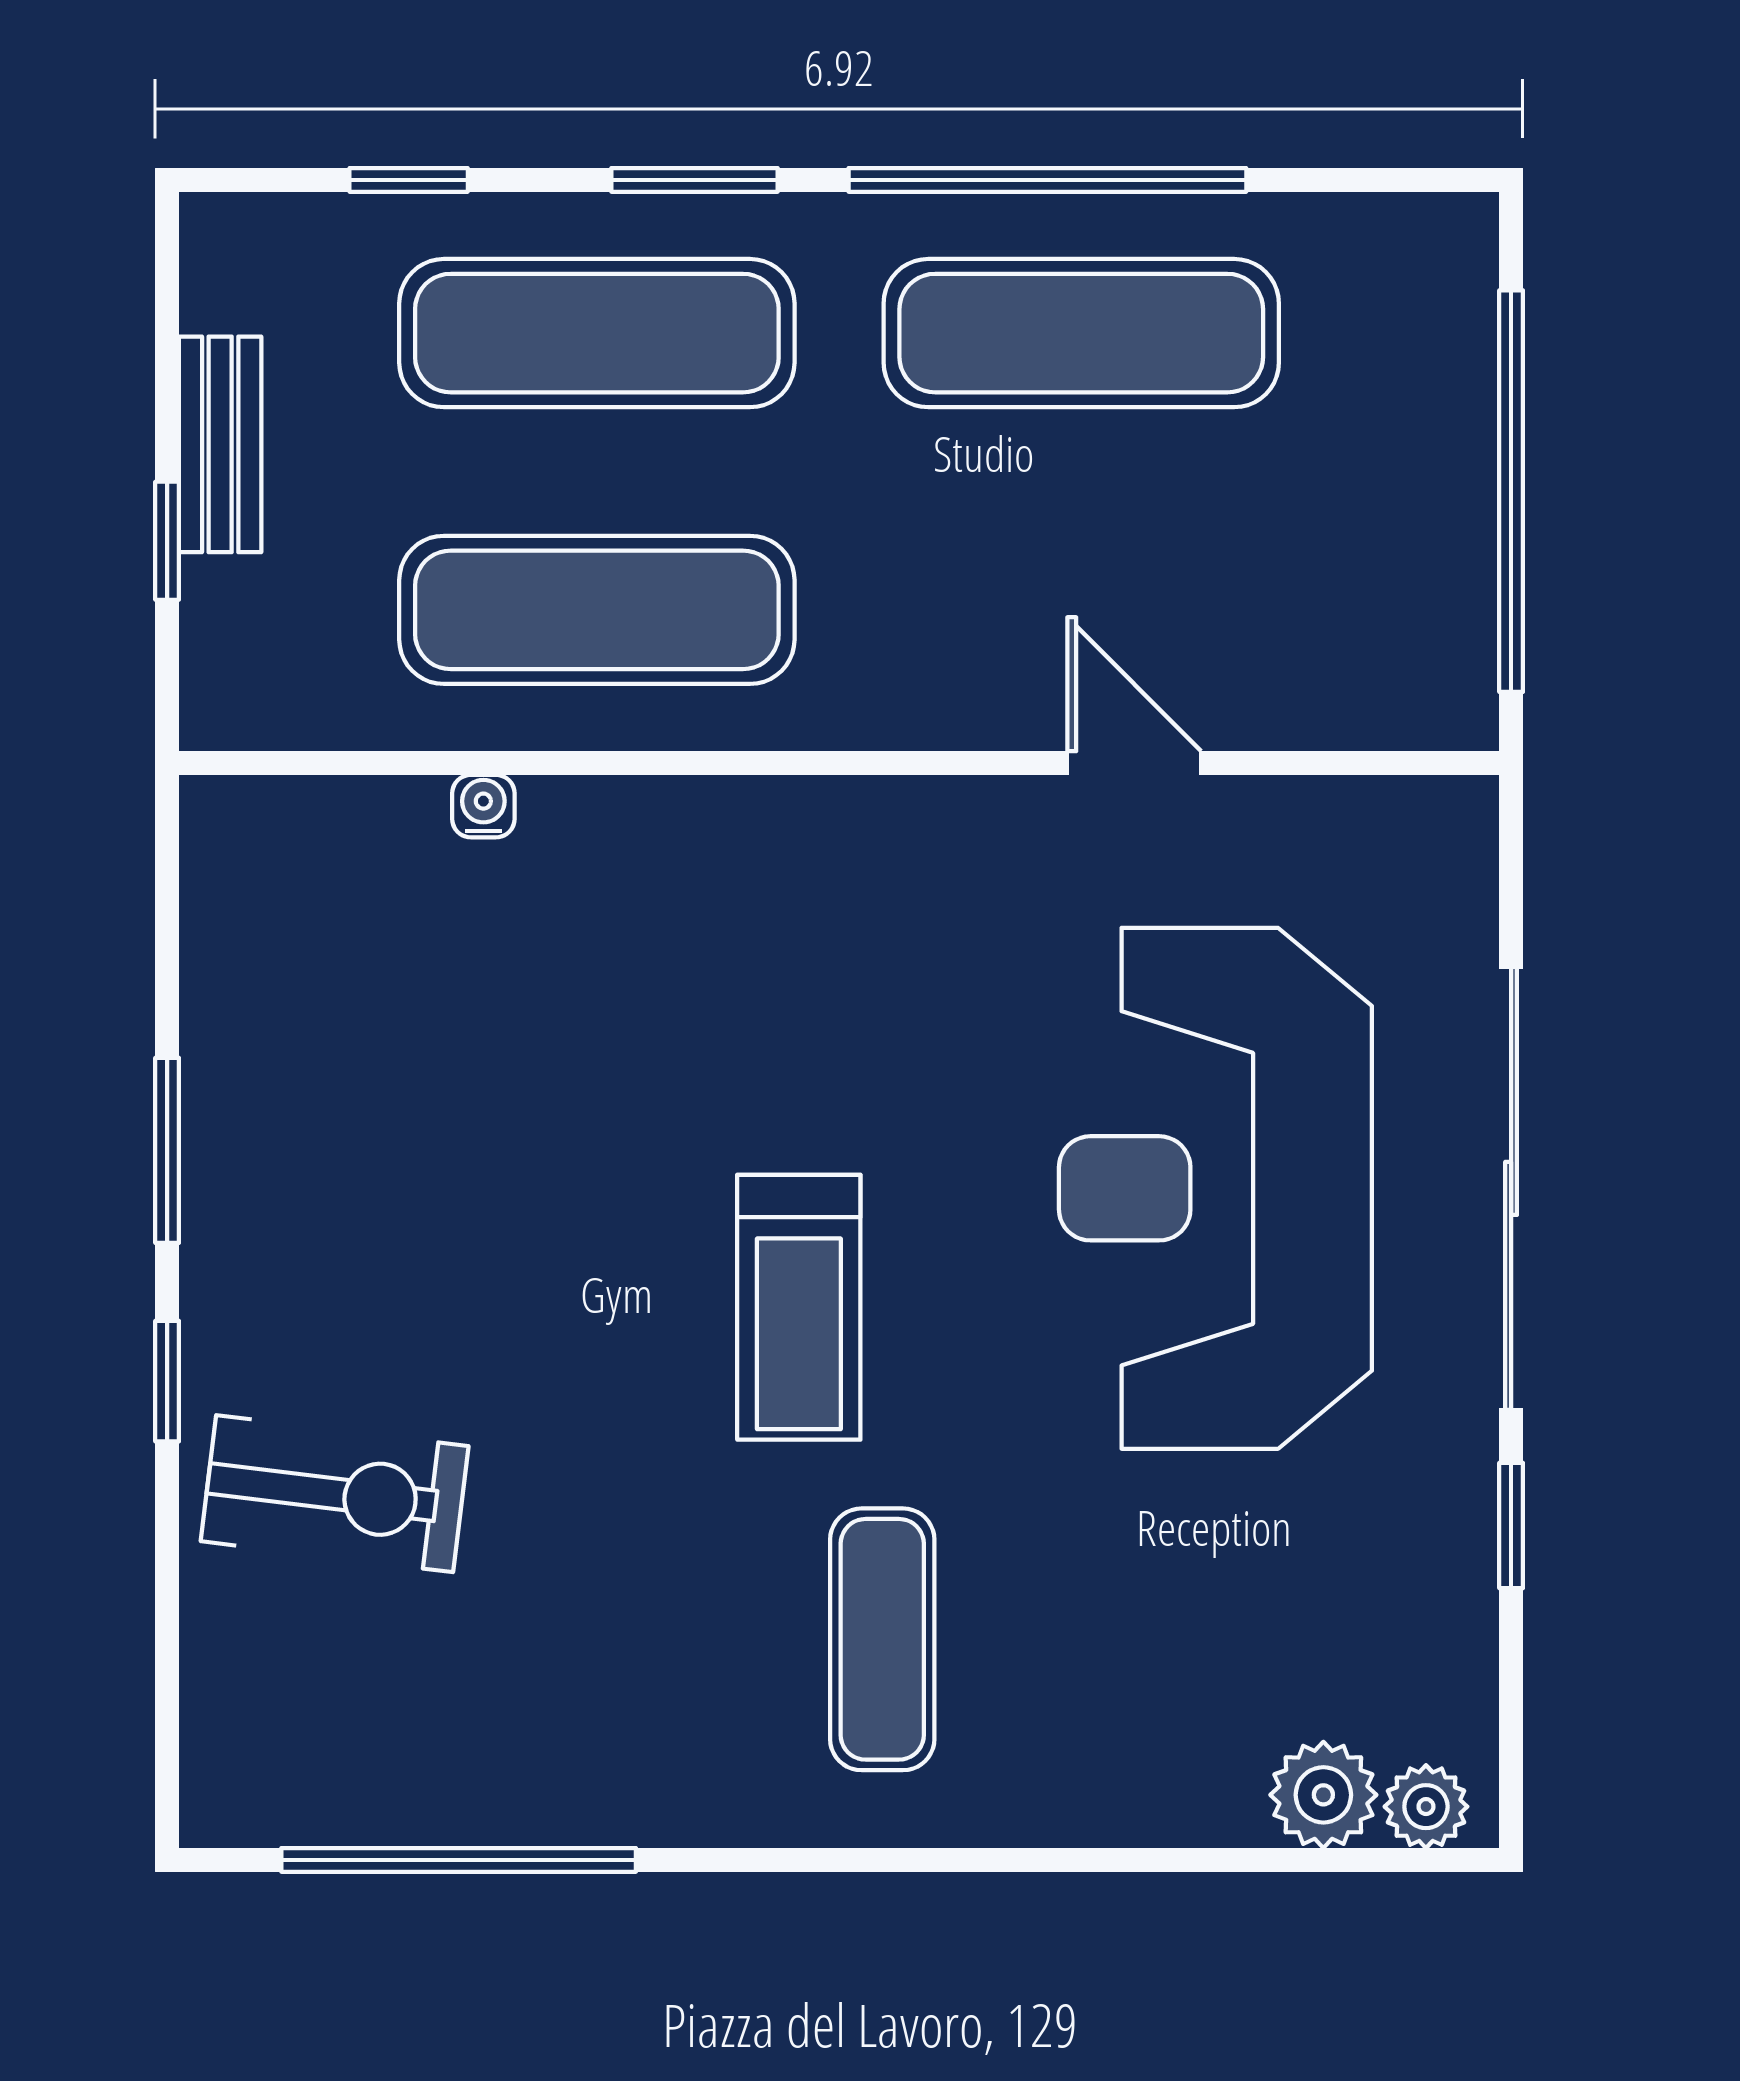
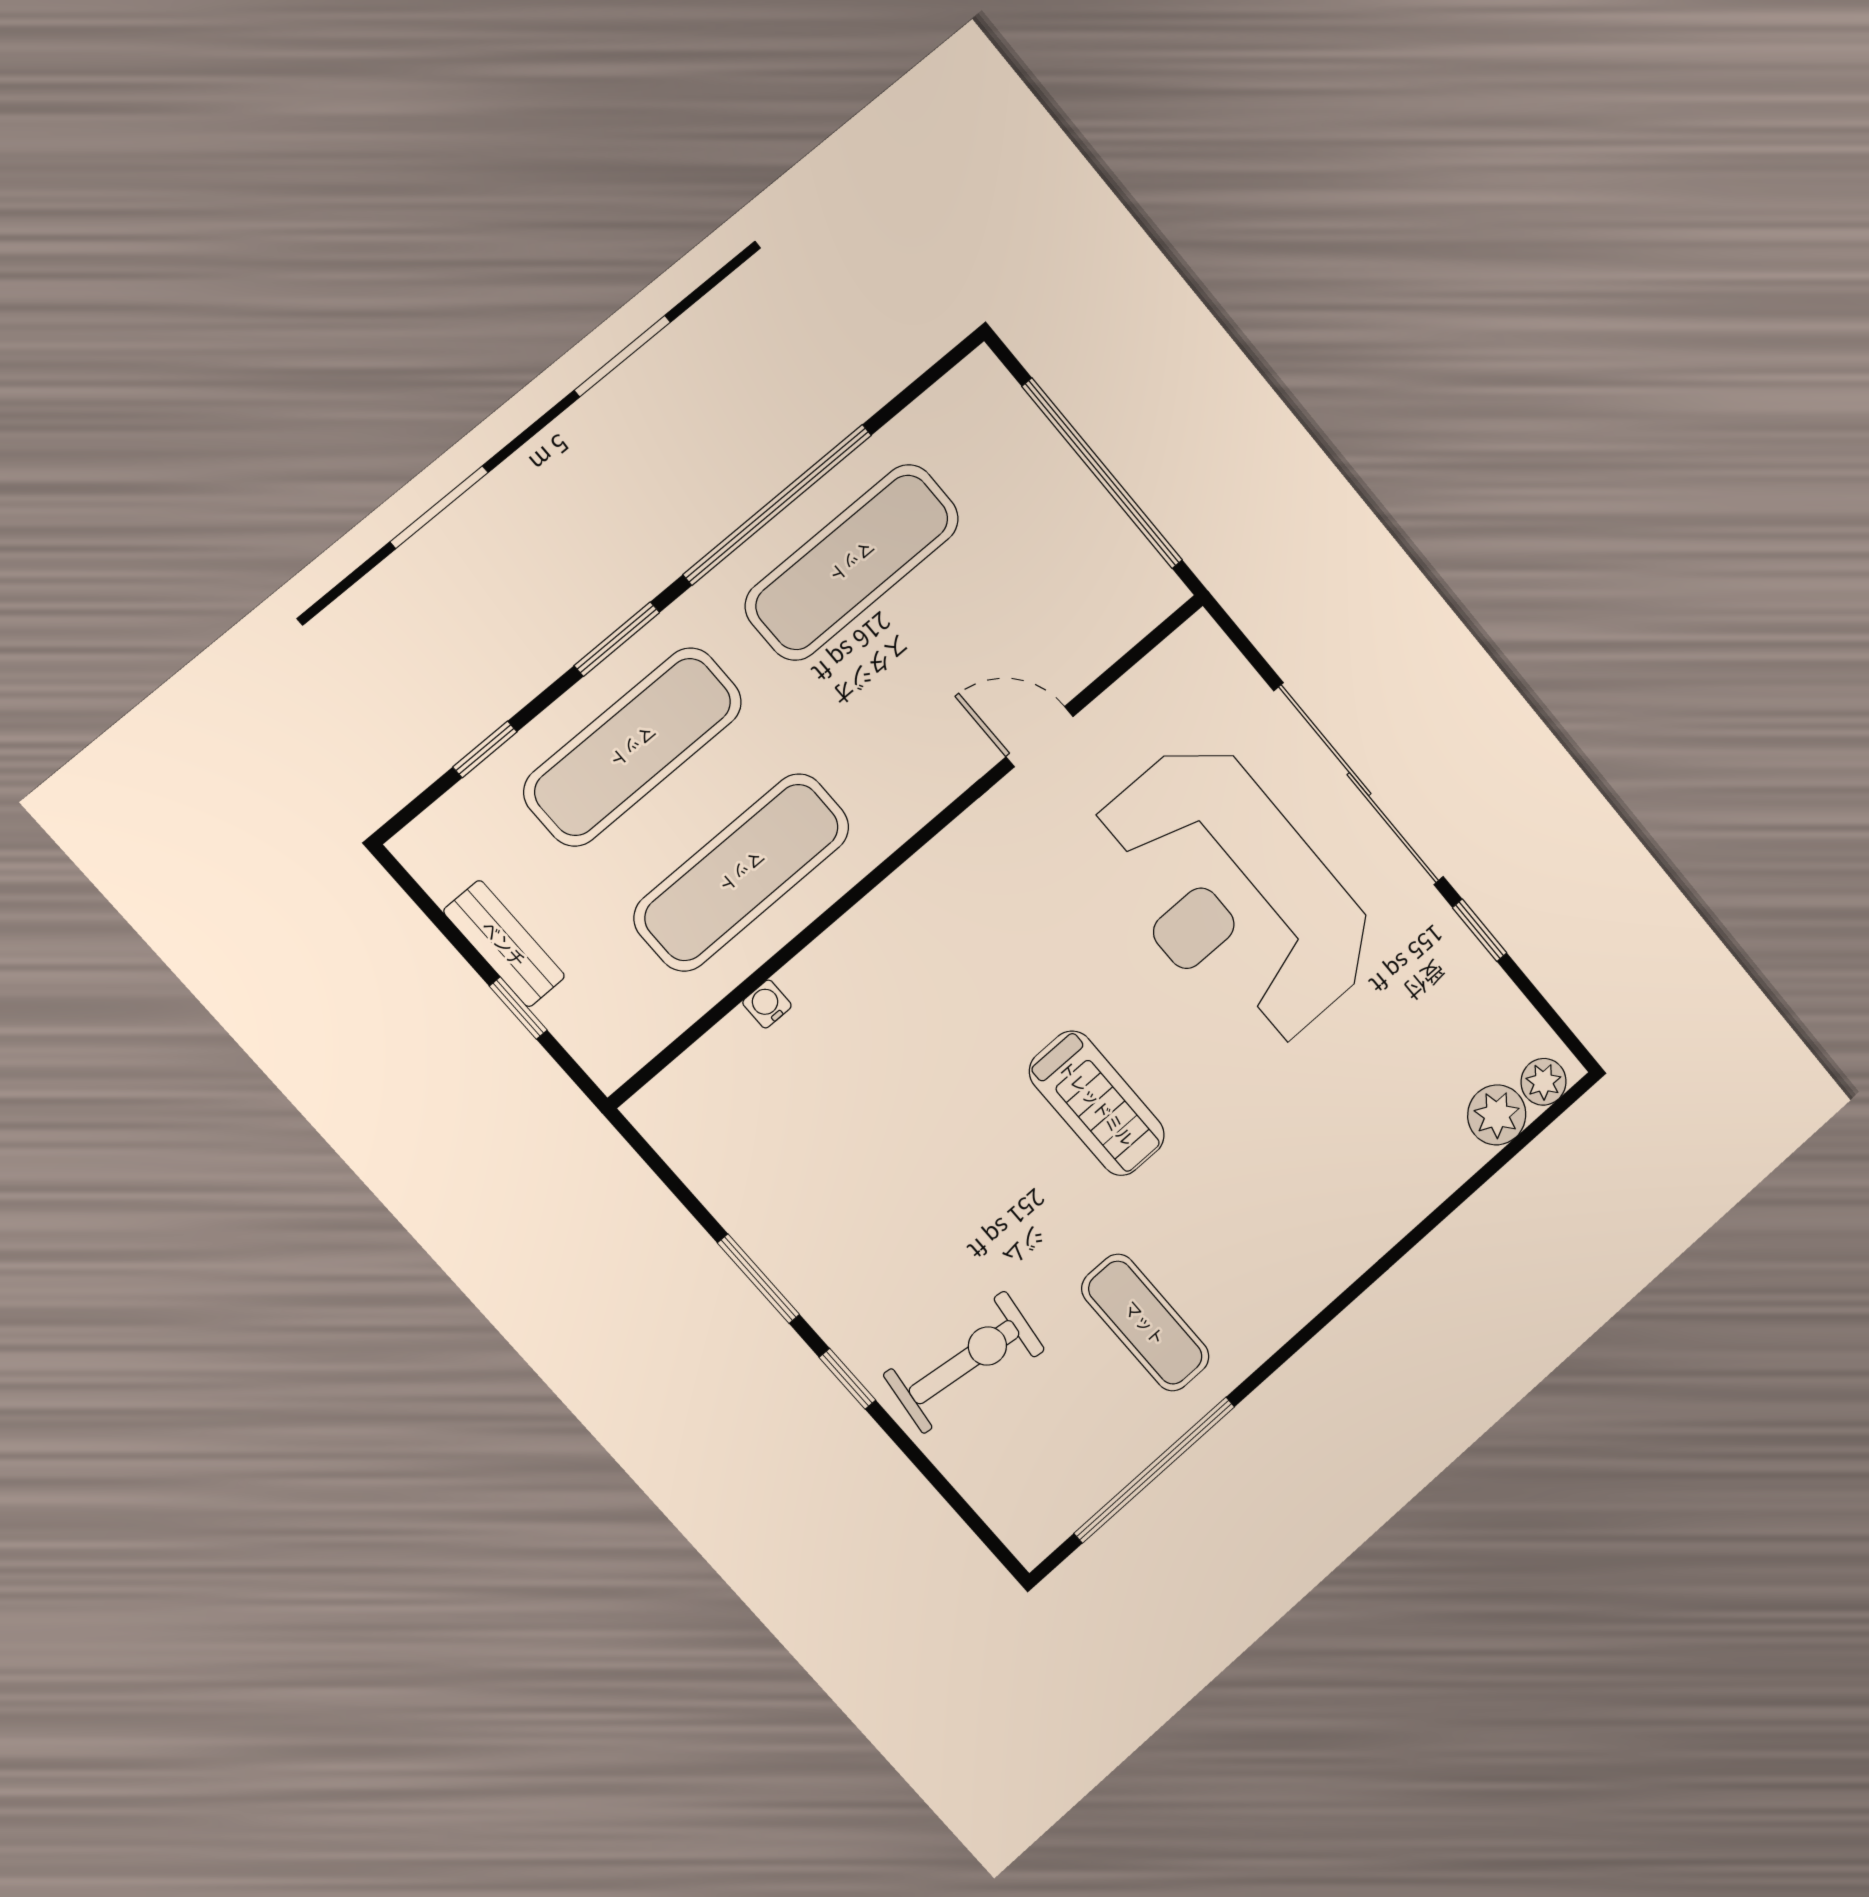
exercise mat: (882, 1639) -> (1145, 1323), moved

